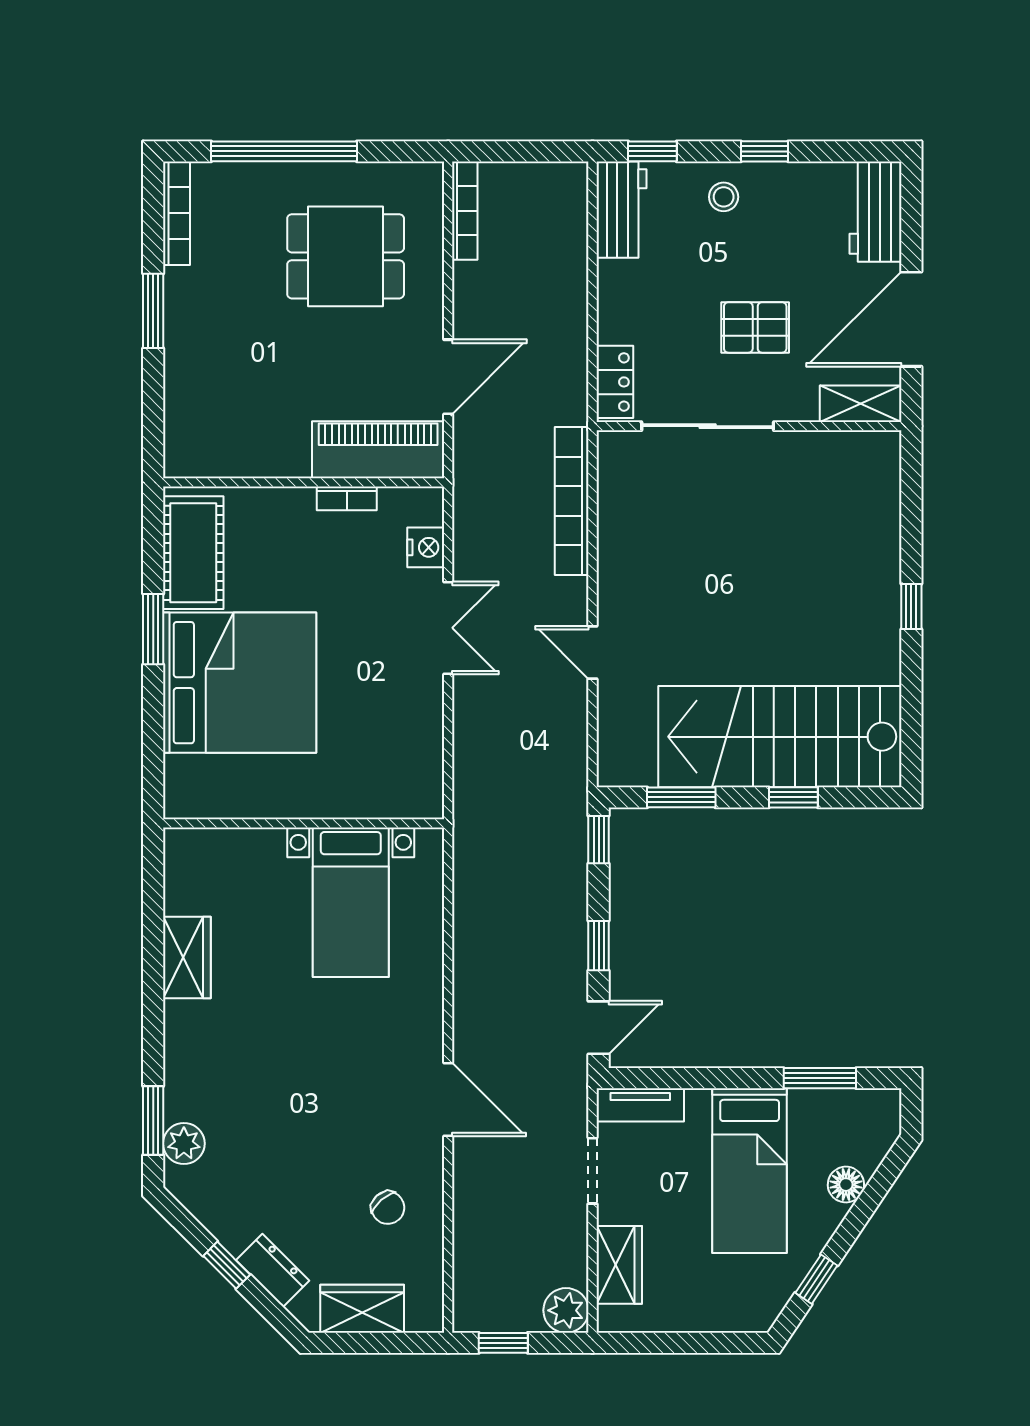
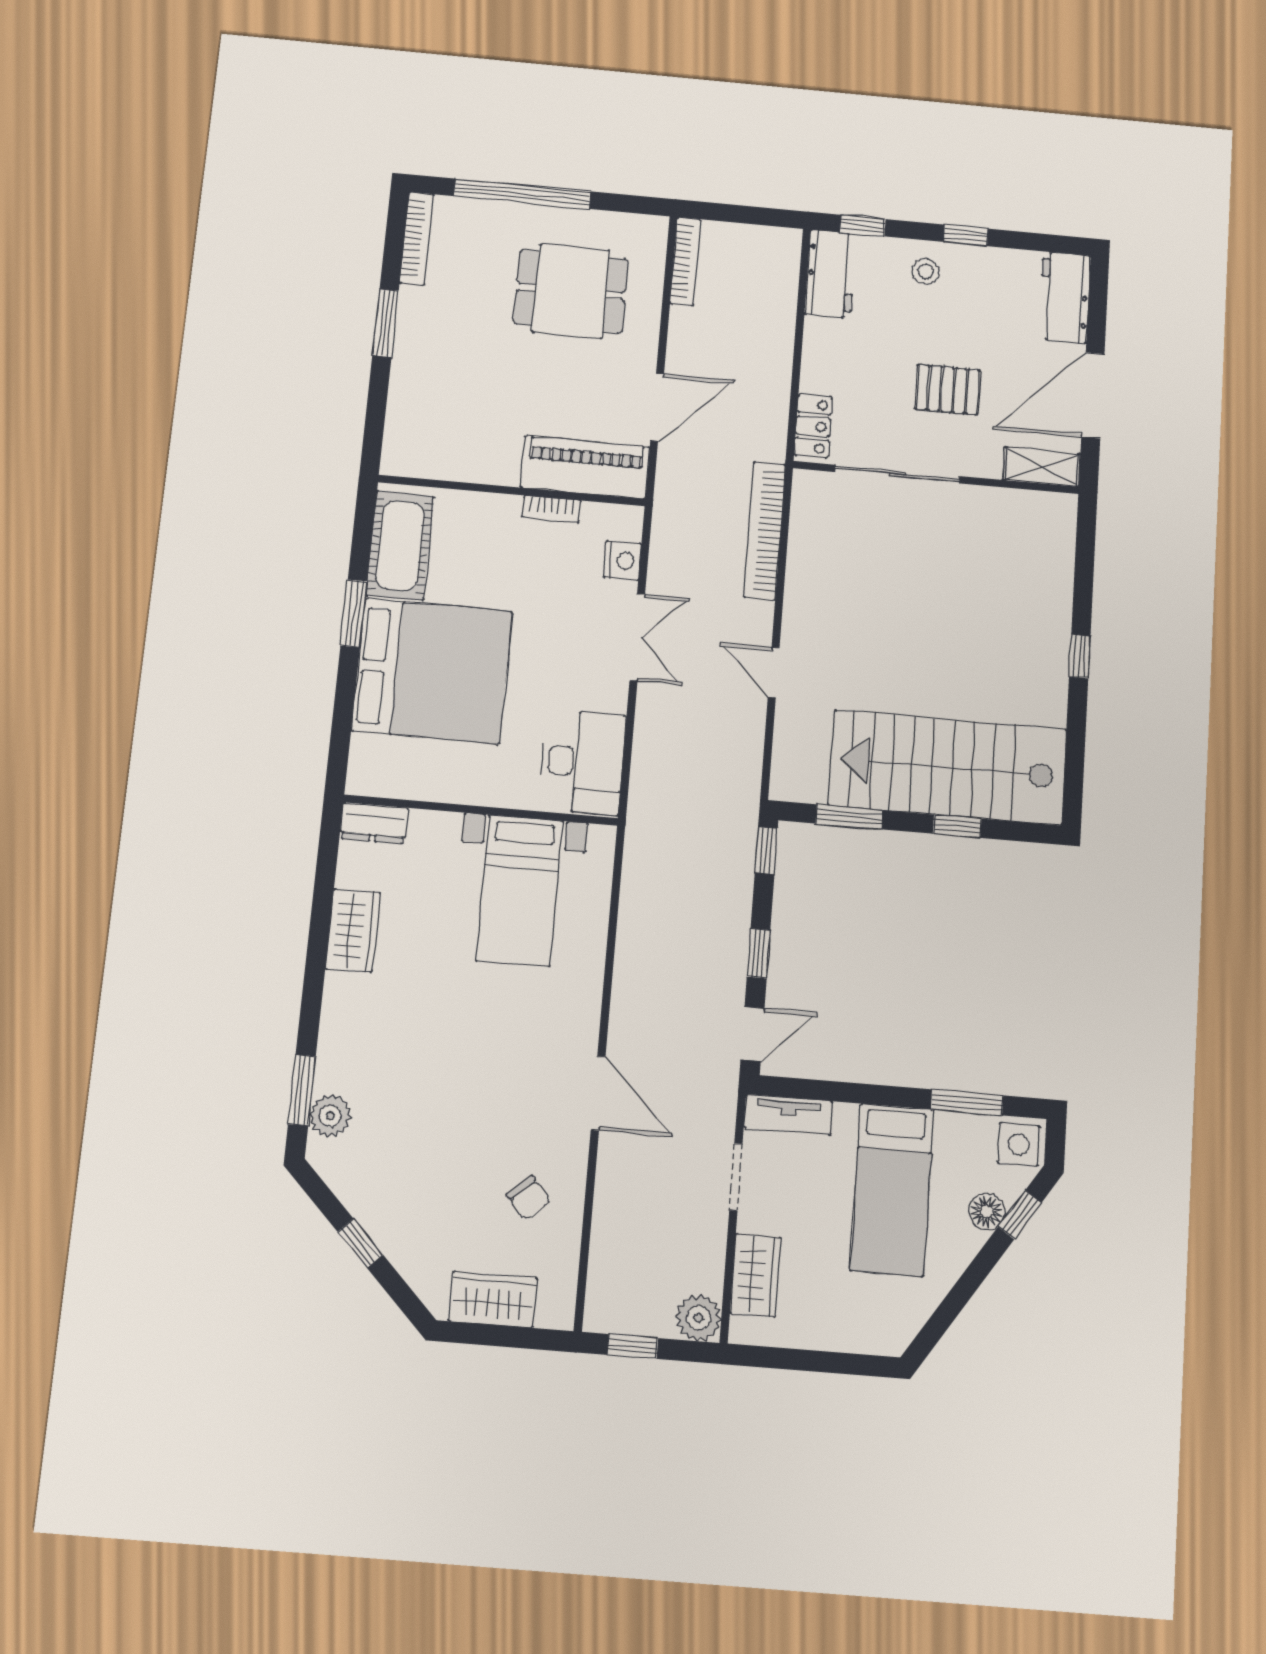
desk: (403, 764) -> (582, 762), added
side table: (875, 1116) -> (1019, 1145), added
dresser: (273, 1270) -> (374, 823), moved, turned 135
window: (816, 1279) -> (1020, 1215), moved

